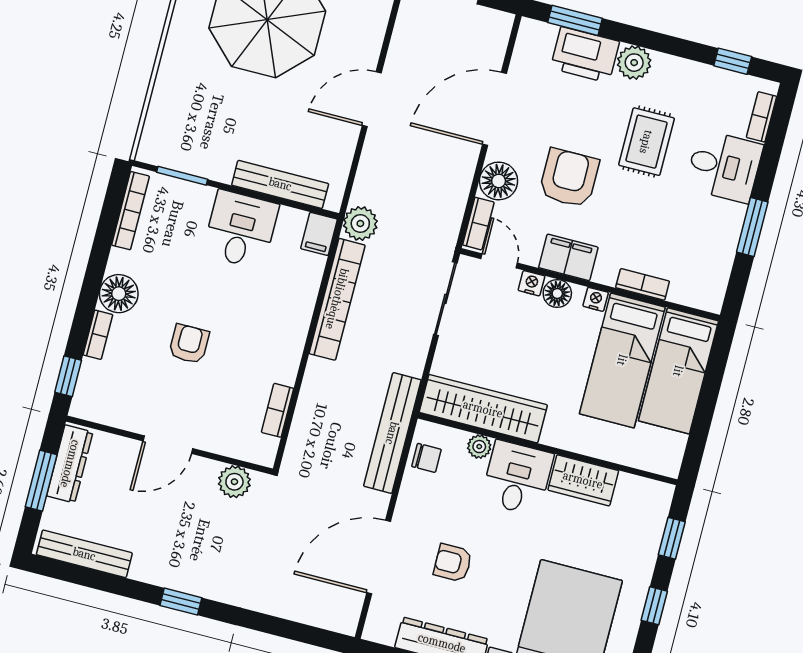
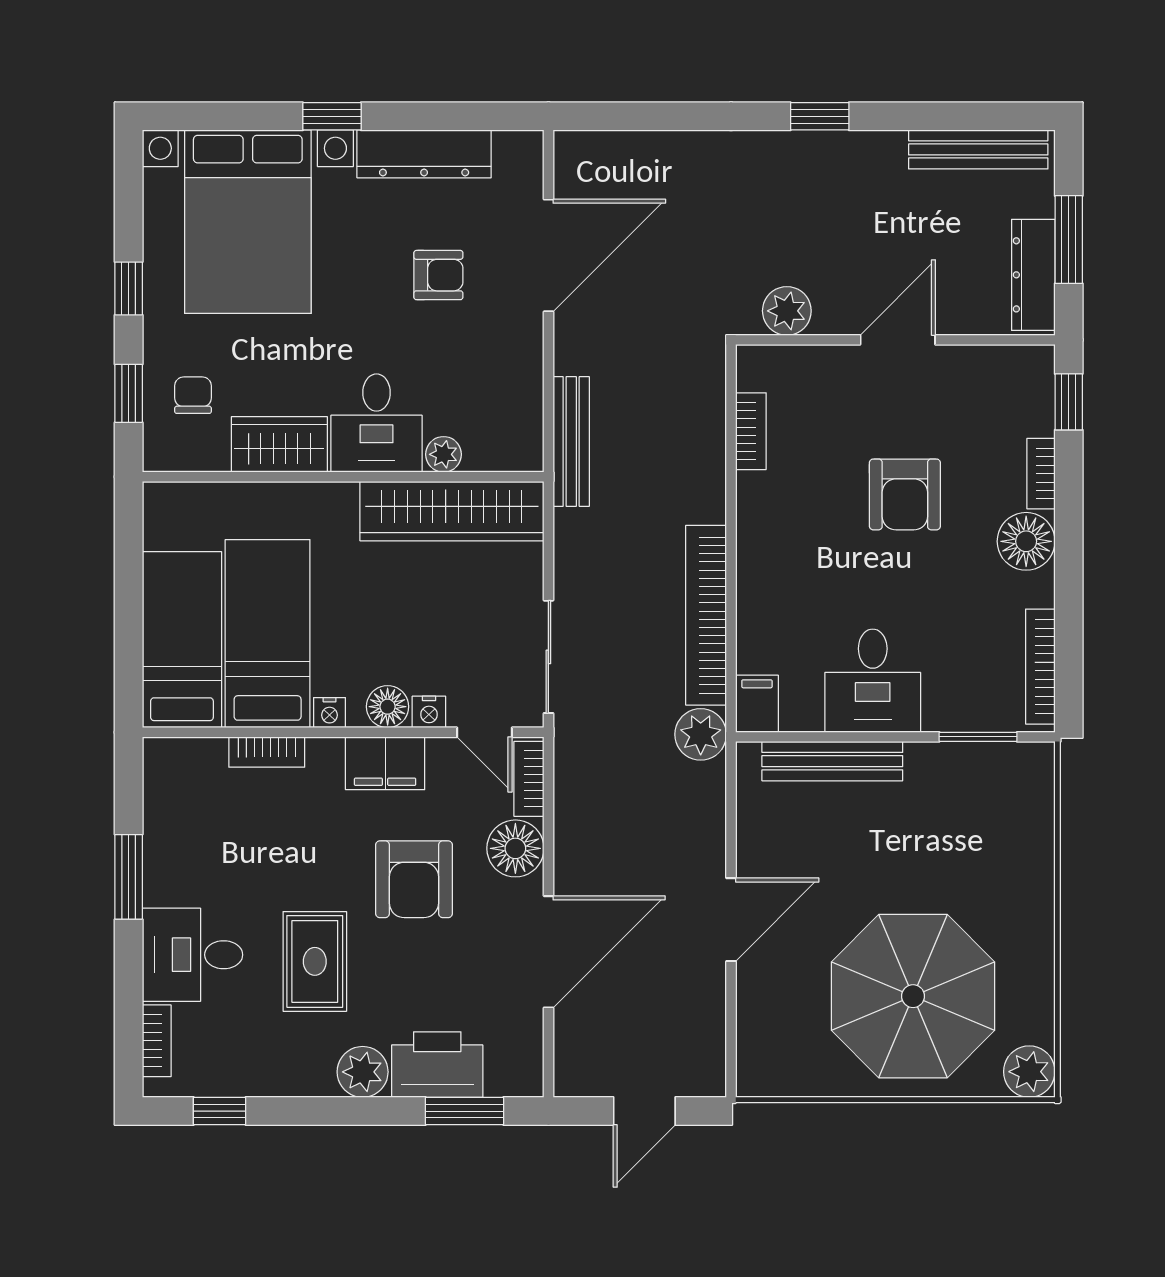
armchair: (189, 344) -> (905, 494), width x1.38, depth x1.38
bench: (392, 433) -> (571, 441), width x0.73, depth x0.82
chair: (427, 458) -> (193, 395), moved, turned 90

